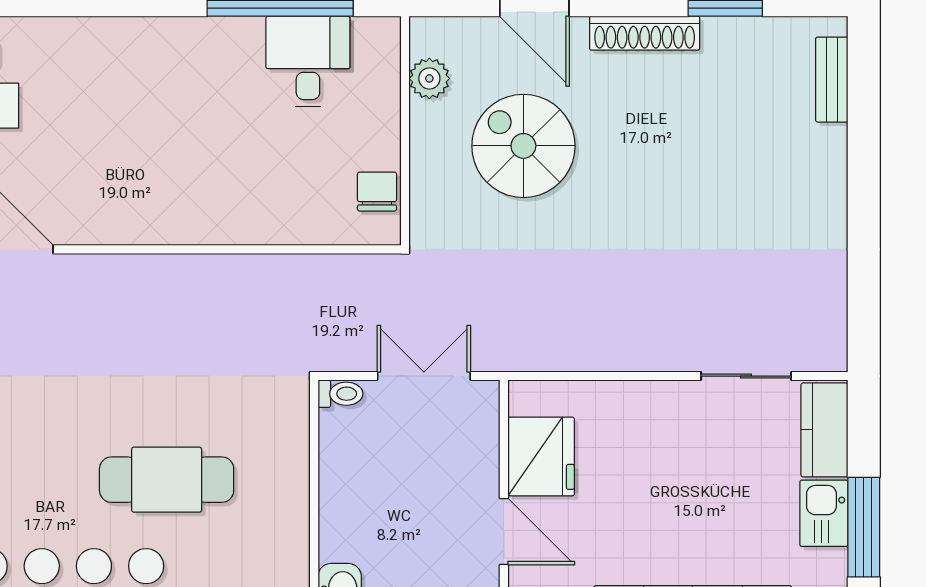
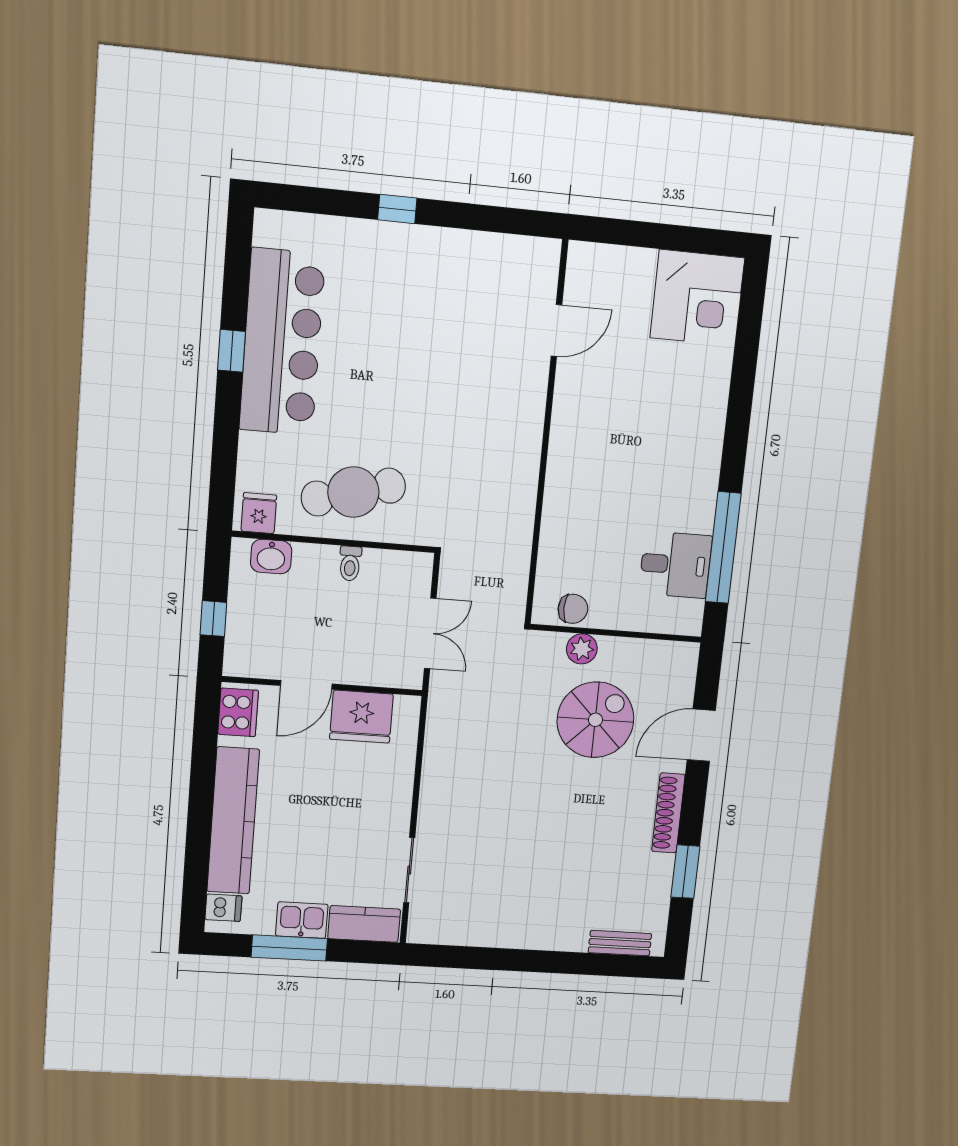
plant: (429, 78) -> (582, 649), moved
toilet: (340, 394) -> (350, 563), moved
cafe table: (167, 480) -> (353, 492), moved, turned 75

